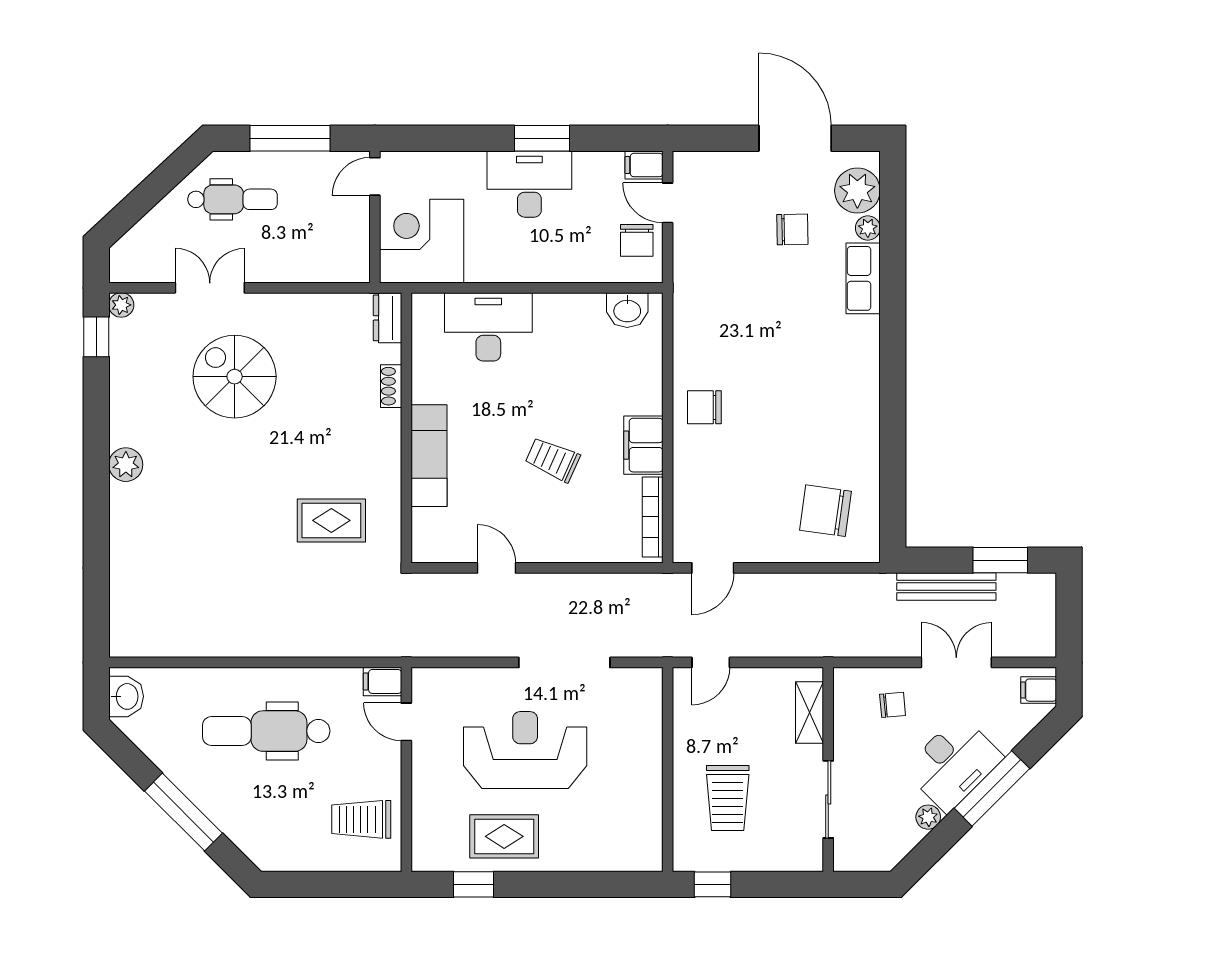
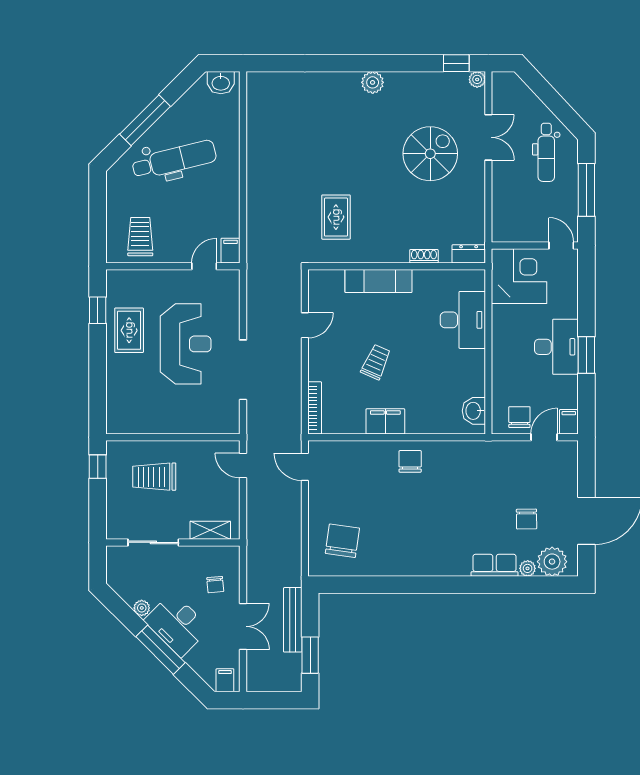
chair: (637, 240) -> (519, 417), turned 90
bookcase: (653, 517) -> (315, 408), moved, turned 90
dental chair: (266, 731) -> (174, 160), moved, turned 76

